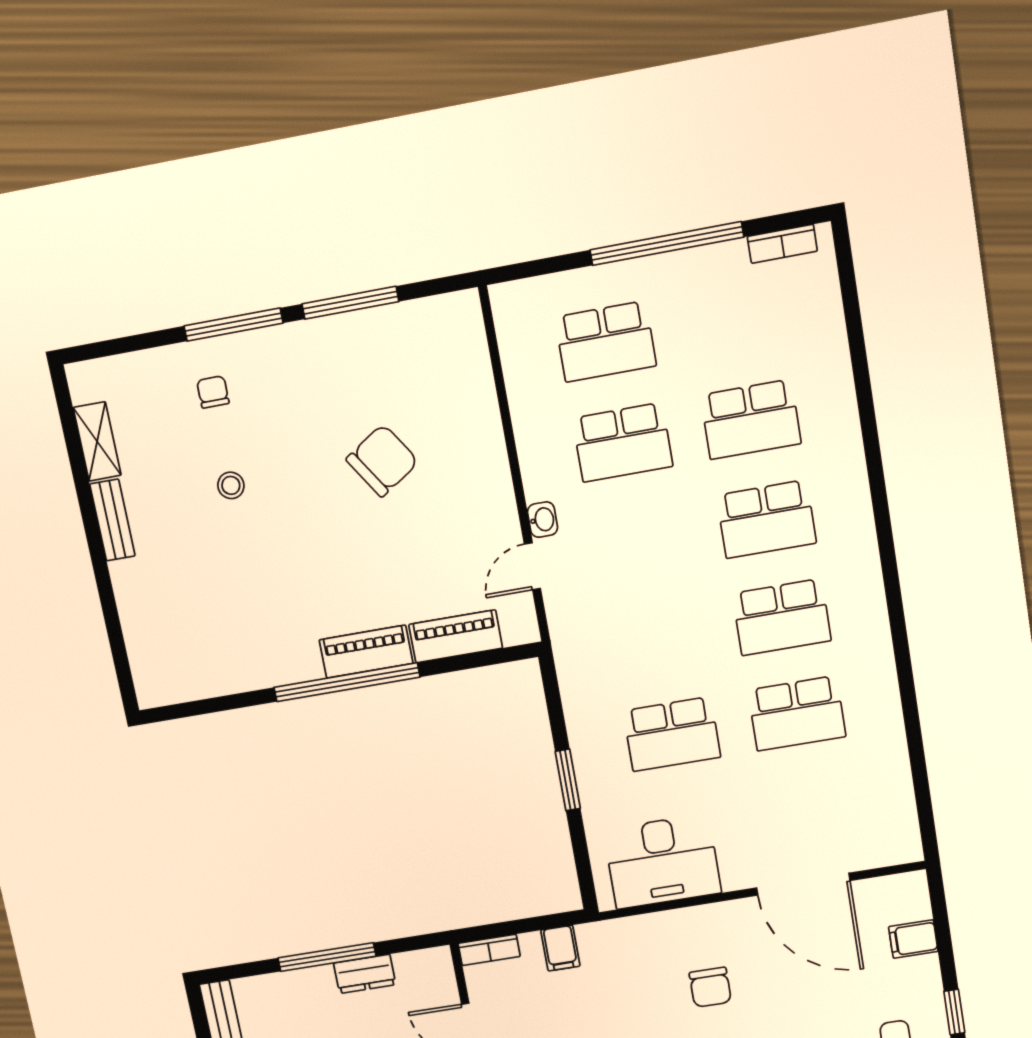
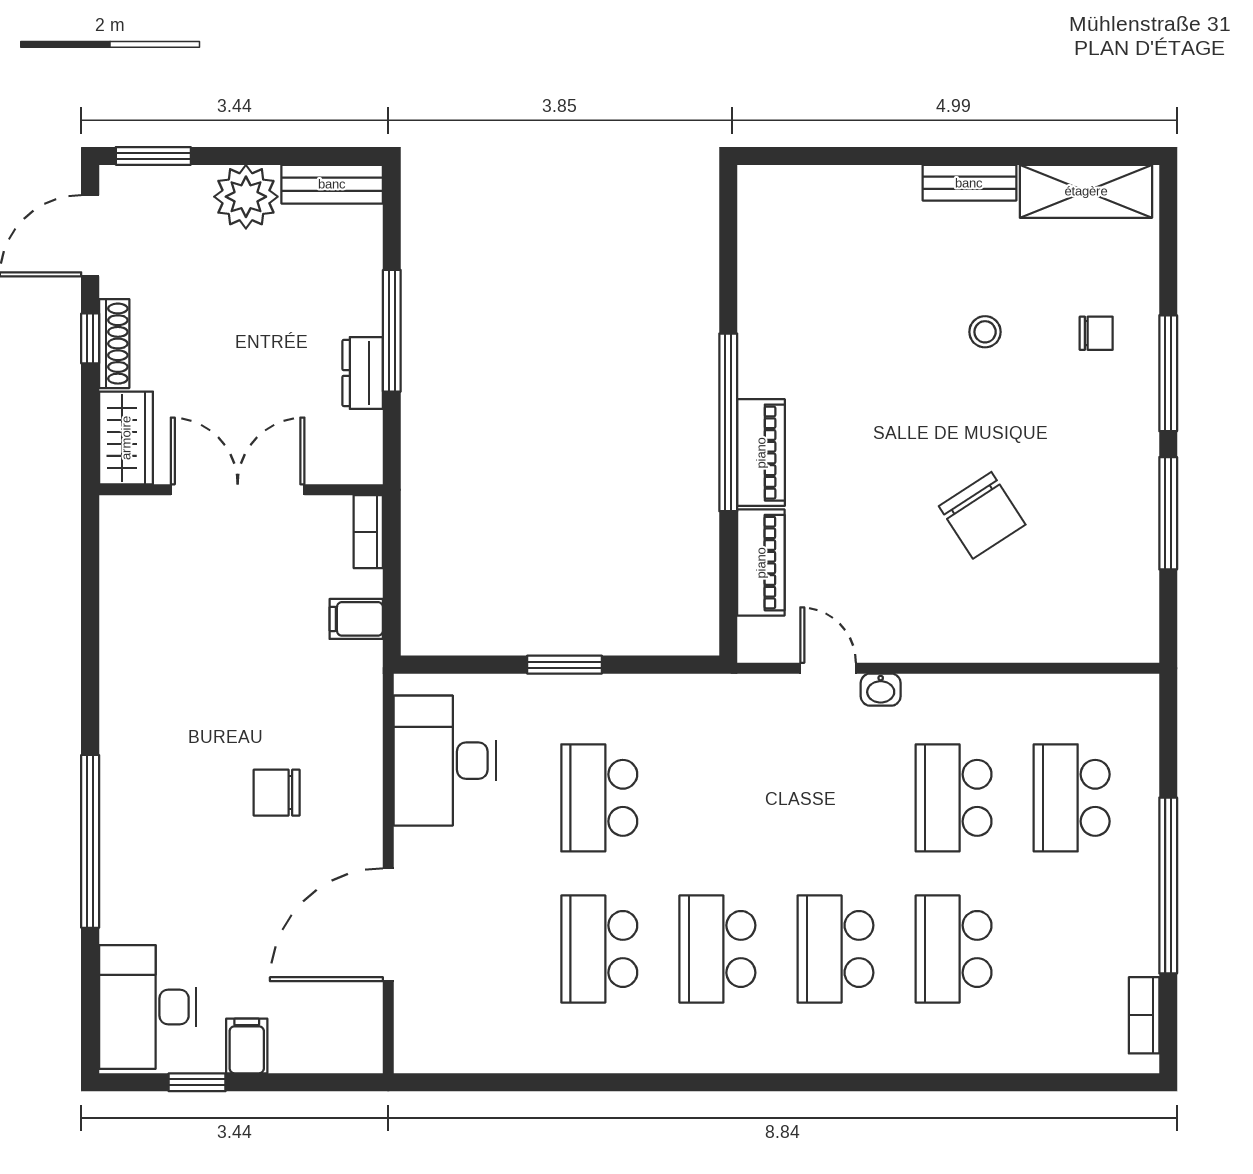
shelving: (97, 441) -> (1086, 191), width x1.50, depth x1.33
filing cabinet: (913, 939) -> (247, 1046), moved

